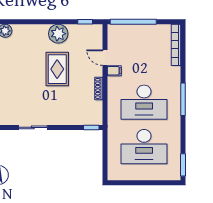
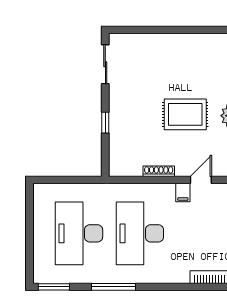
window: (183, 99) -> (113, 287), moved
sliding door: (33, 127) -> (105, 64), moved
window: (91, 127) -> (105, 123), moved

